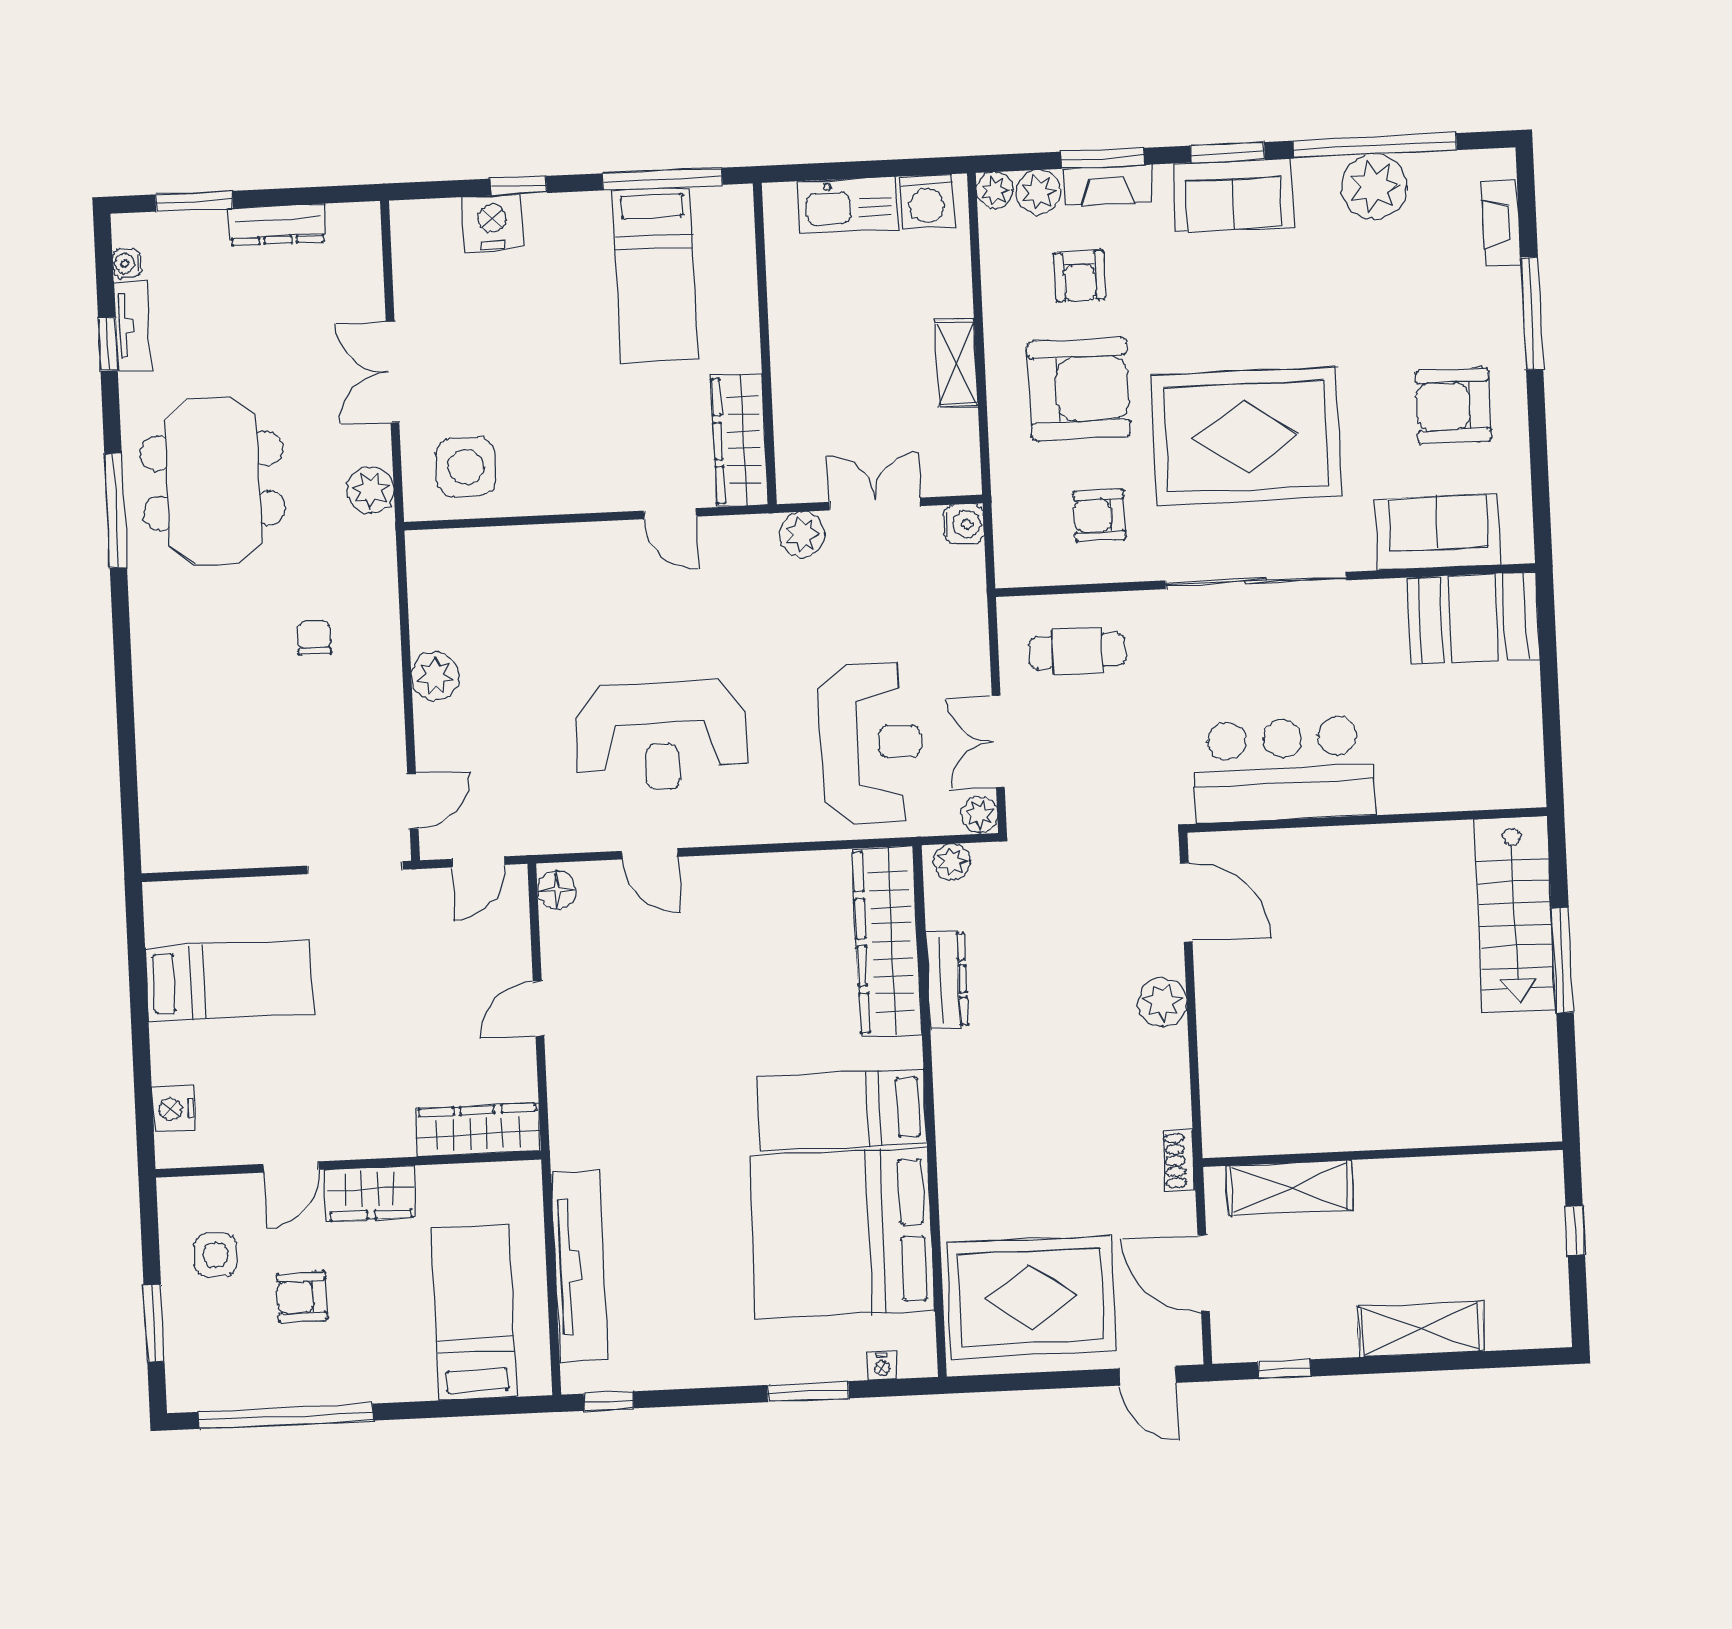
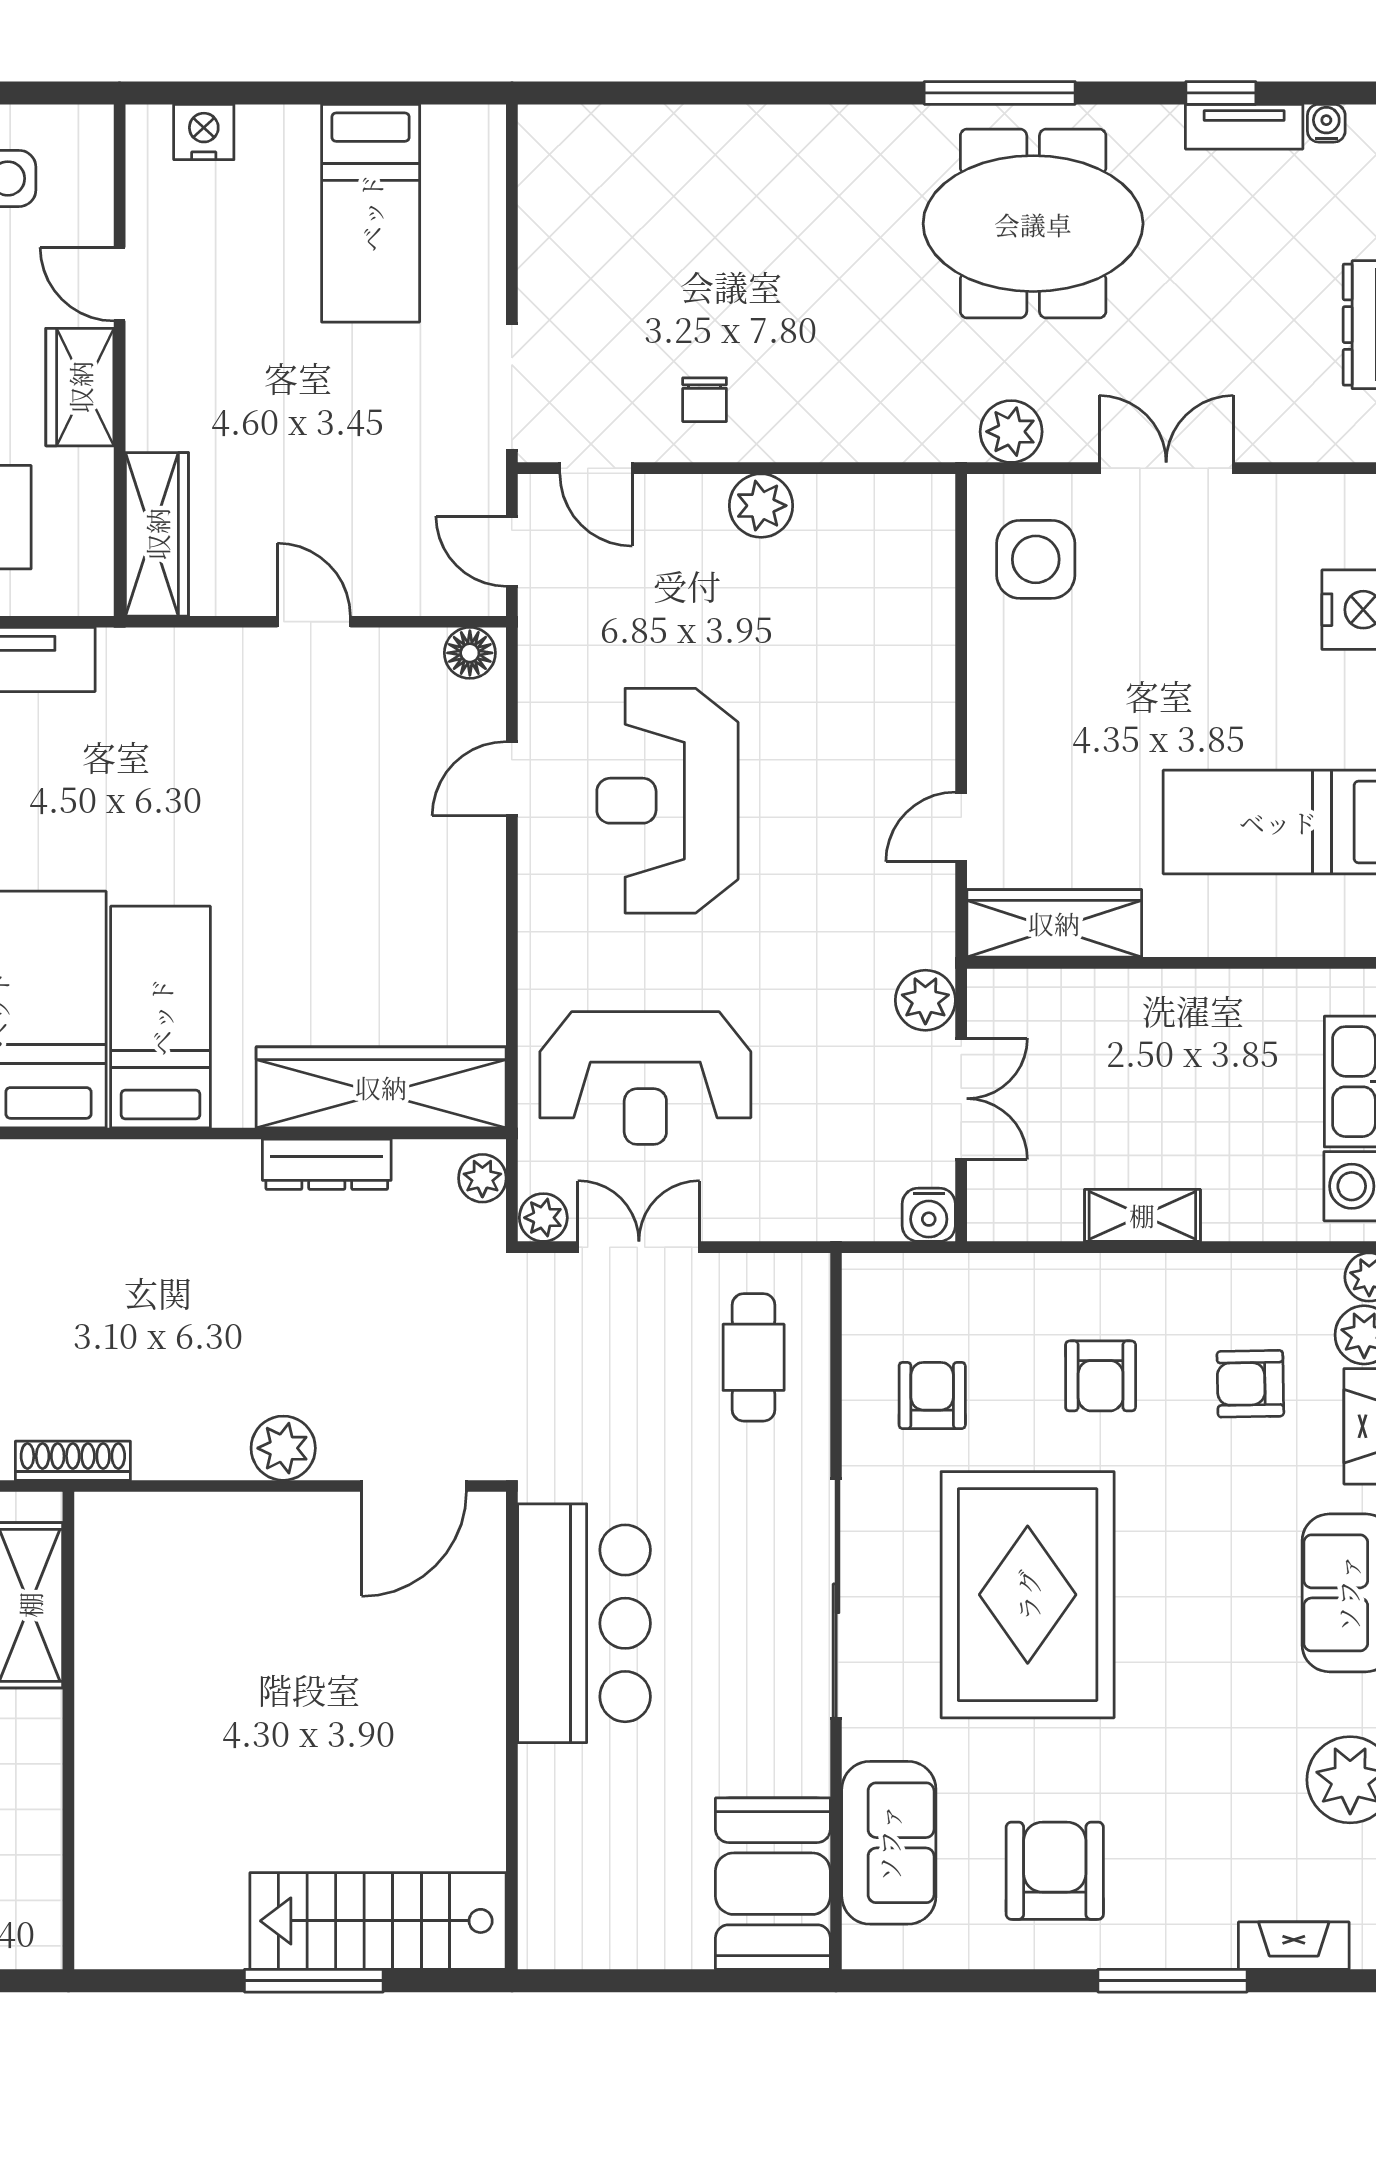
armchair: (1079, 389) -> (1101, 1376), width x0.53, depth x0.53
chair: (314, 638) -> (705, 400), moved, turned 90
shoe rack: (1179, 1160) -> (73, 1461), width x1.43

